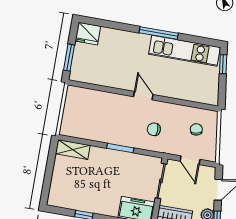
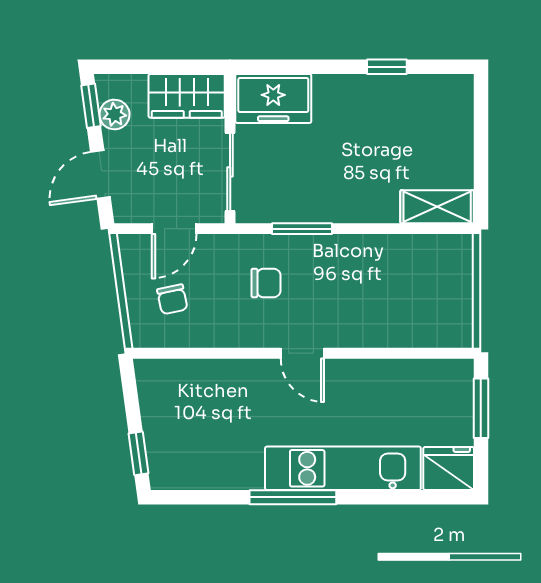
kitchen unit: (184, 51) -> (343, 468), moved
window: (120, 148) -> (302, 229), moved
door: (190, 160) -> (174, 229), swing flipped

